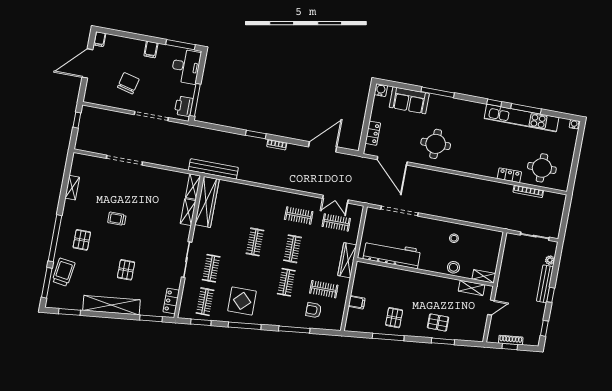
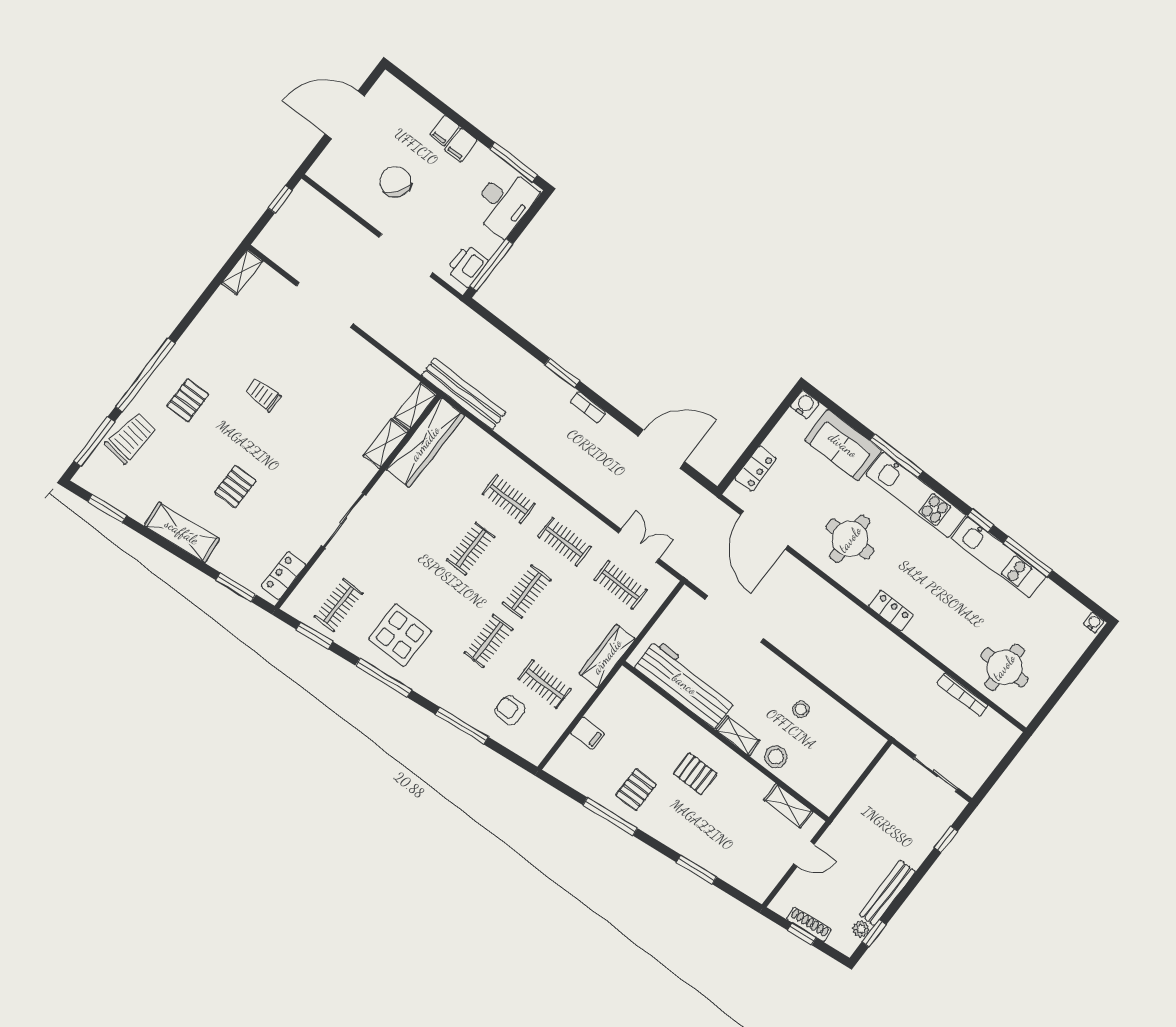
filing cabinet: (100, 39) -> (445, 131), moved
chair: (128, 83) -> (395, 182), turned -68
kitchen unit: (457, 106) -> (916, 495), added
kitchen unit: (521, 118) -> (998, 557), width x0.73
locker: (509, 175) -> (891, 611), moved
shelving: (72, 188) -> (242, 272), moved
double door: (335, 199) -> (639, 546), swing flipped
plant: (550, 260) -> (861, 929), moved
clothes rail: (211, 268) -> (509, 499), moved, turned 90
shelving: (484, 276) -> (738, 736), moved
bench: (545, 284) -> (887, 893), moved
window: (551, 295) -> (946, 839), moved
shelving: (111, 305) -> (182, 532), width x0.68
pallet: (438, 322) -> (695, 774), moved

